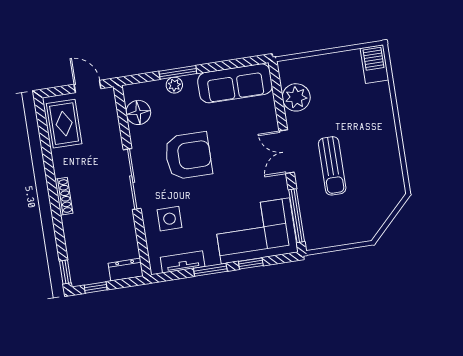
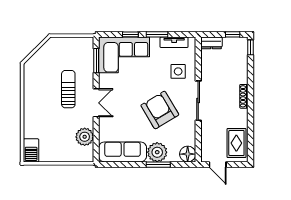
plant: (174, 85) -> (157, 152), width x1.87, depth x1.87
floor lamp: (138, 112) -> (188, 154), moved
armchair: (188, 156) -> (160, 110), turned 59
window: (297, 216) -> (96, 61), width x0.69

